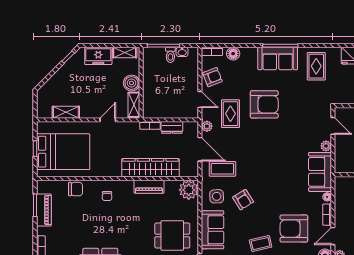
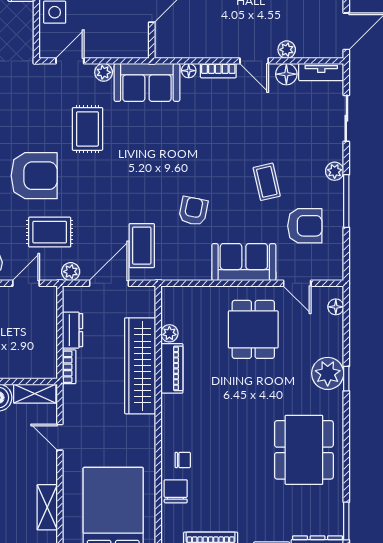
armchair: (264, 104) -> (34, 176), turned 90
rug: (292, 136) -> (87, 129), added
plant: (189, 190) -> (169, 333), moved, width x0.53, depth x0.53
chair: (107, 196) -> (183, 460), moved
side table: (217, 196) -> (188, 255), removed
armchair: (243, 200) -> (193, 211), turned -47
armchair: (294, 229) -> (242, 126), removed

